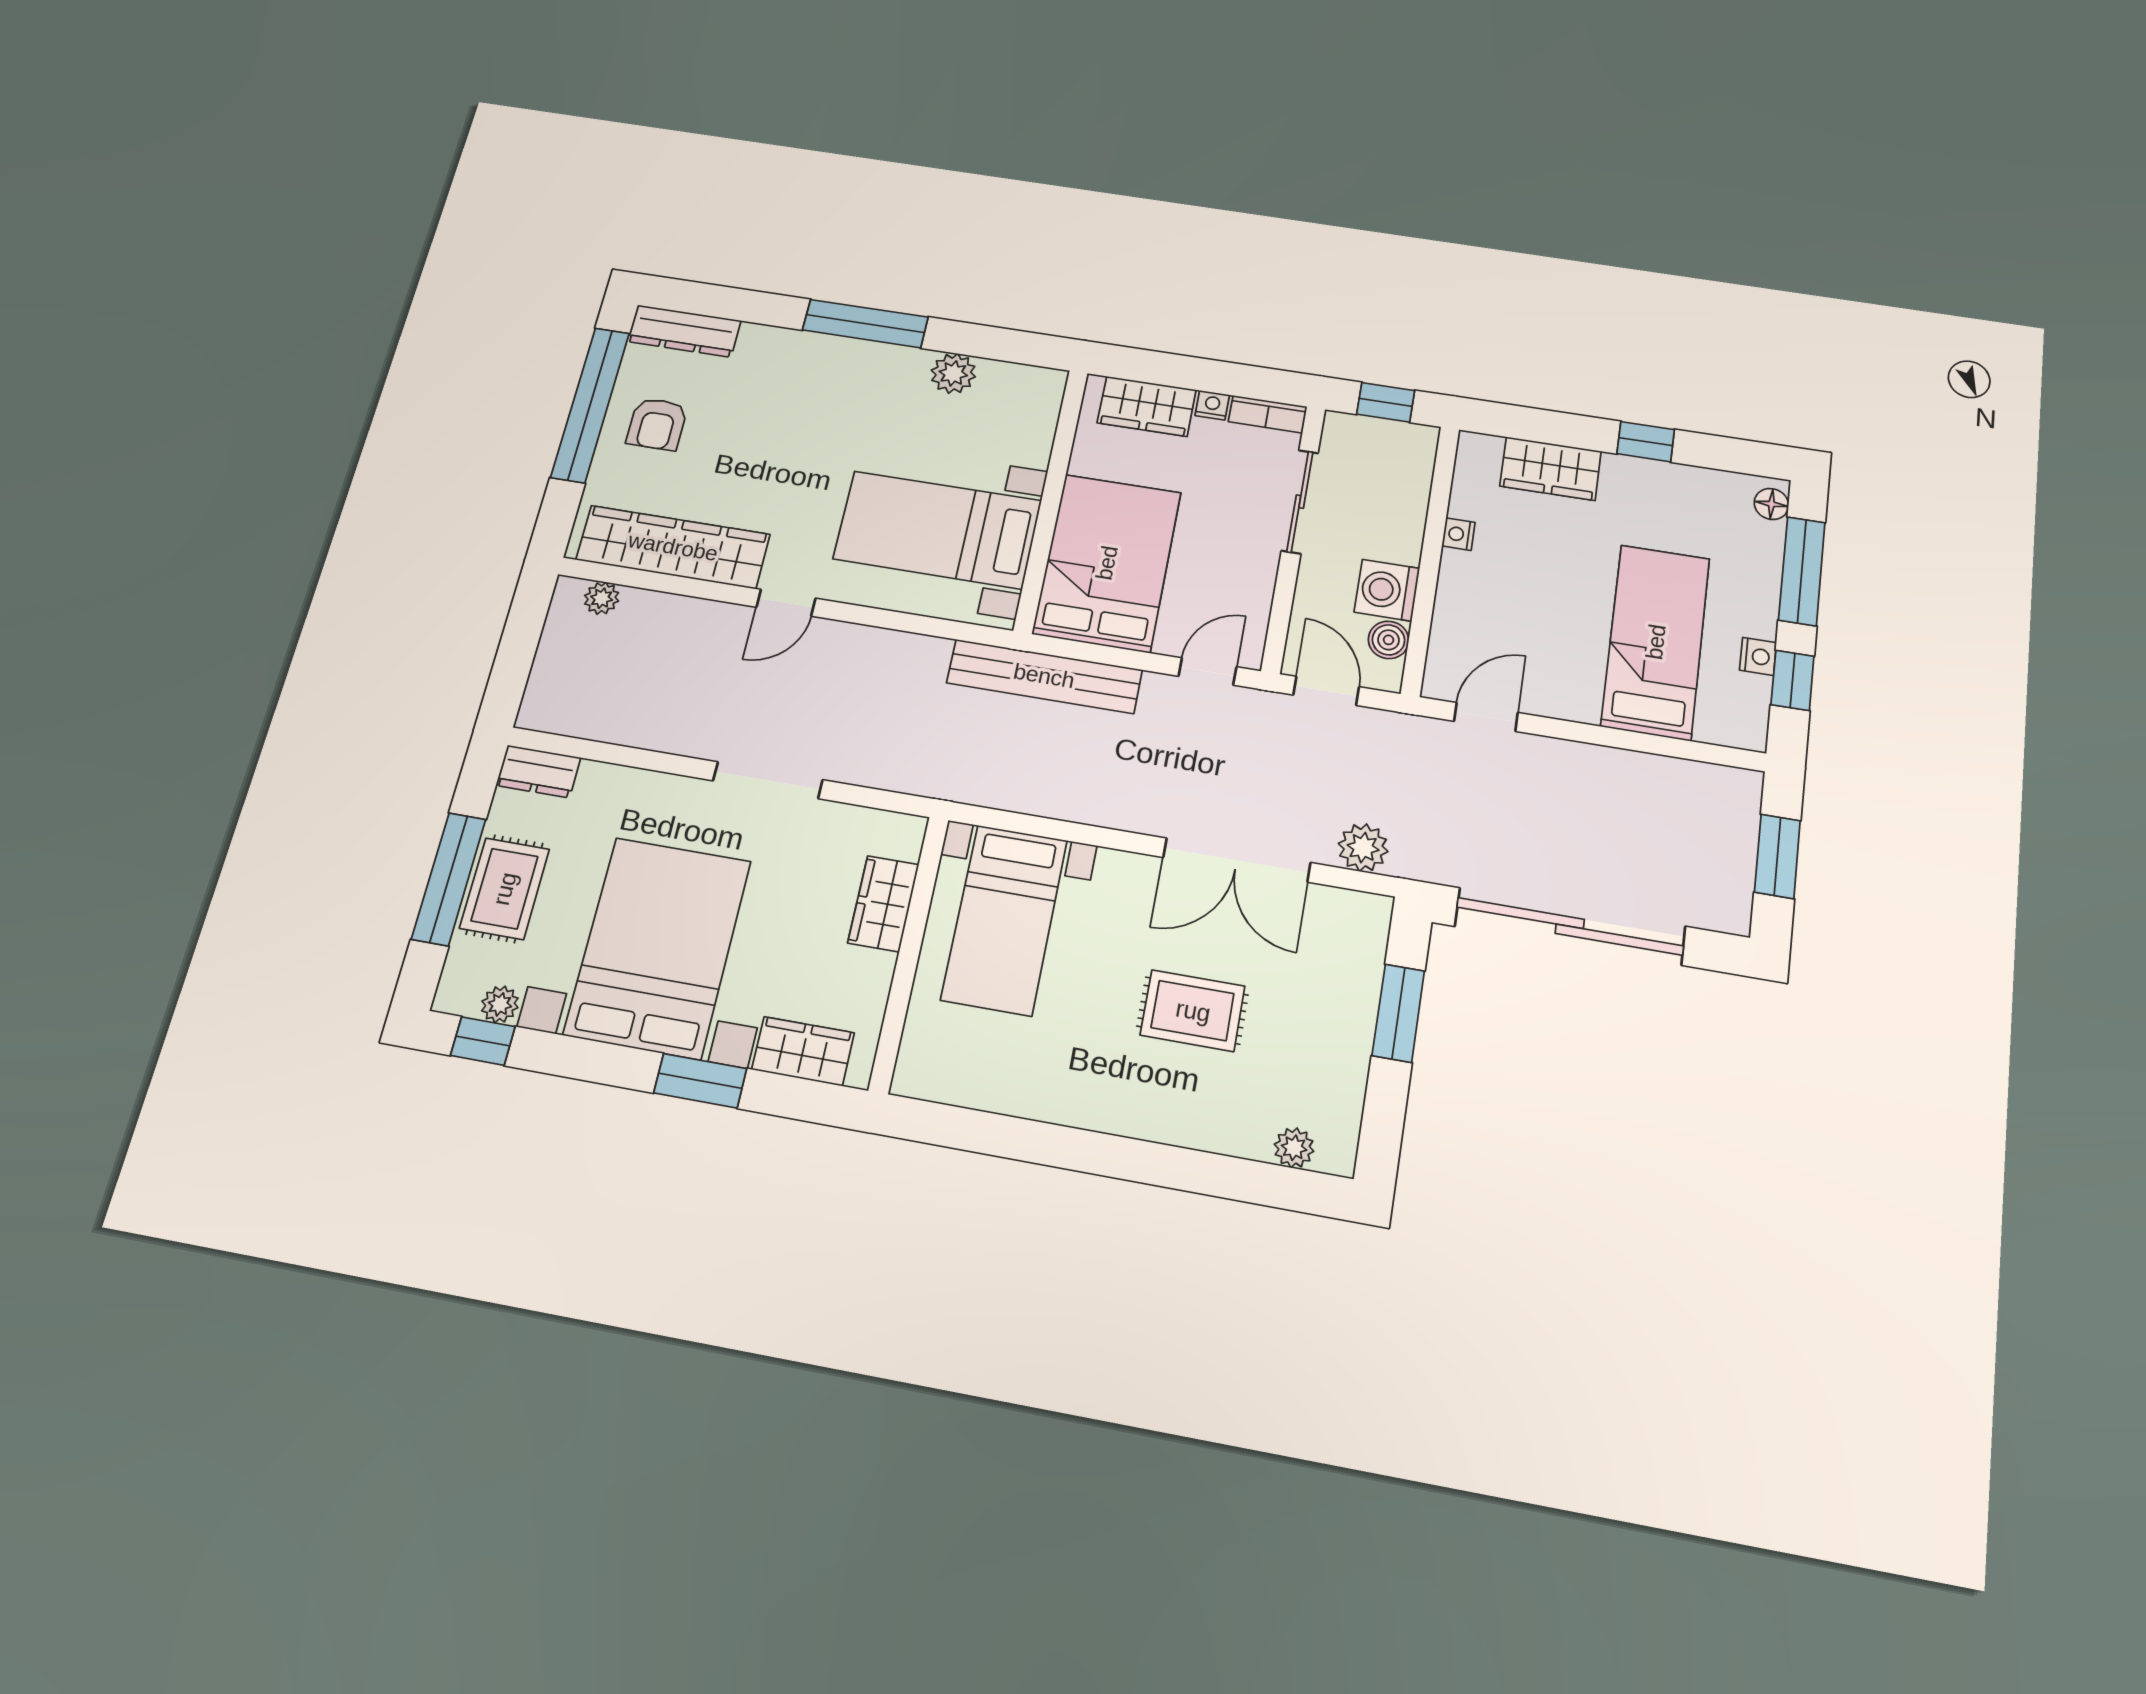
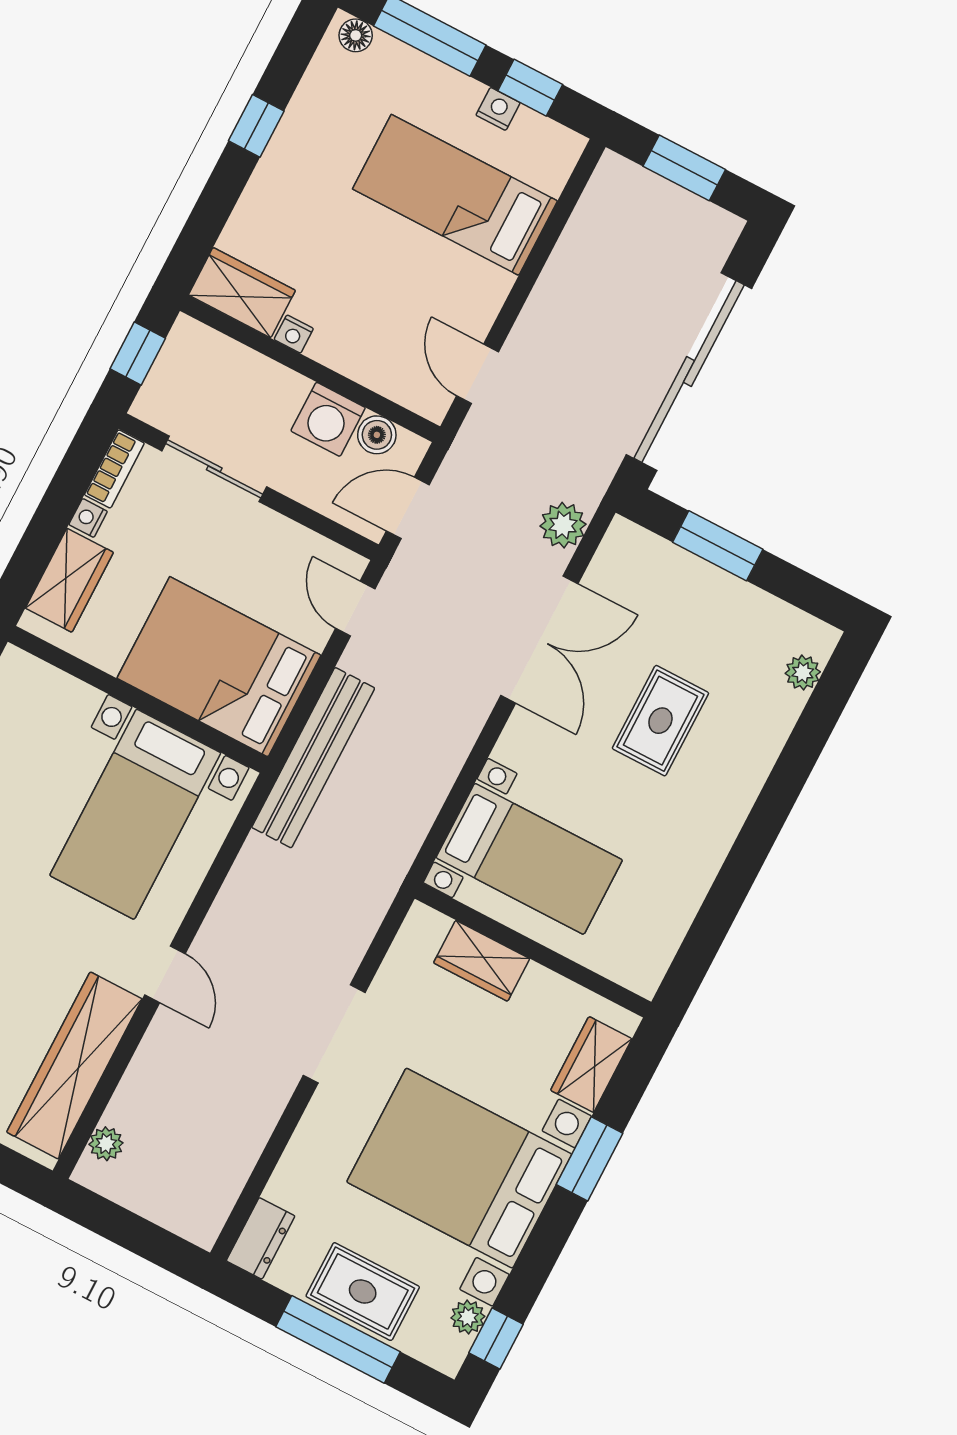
wardrobe: (1551, 469) -> (242, 293), moved, turned -90

